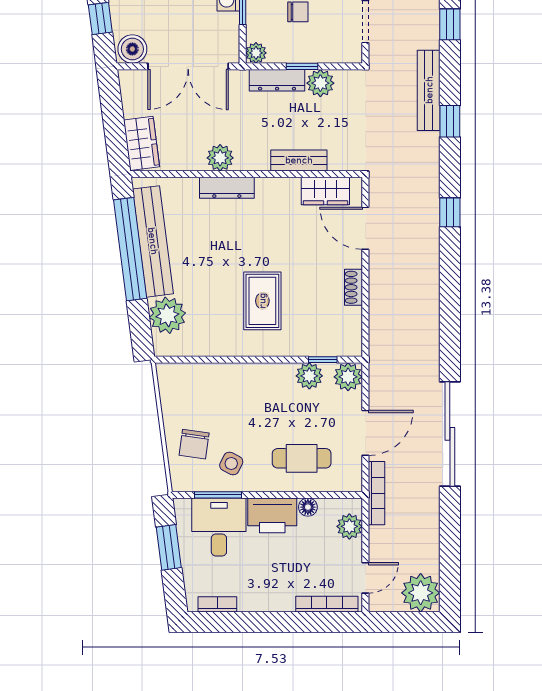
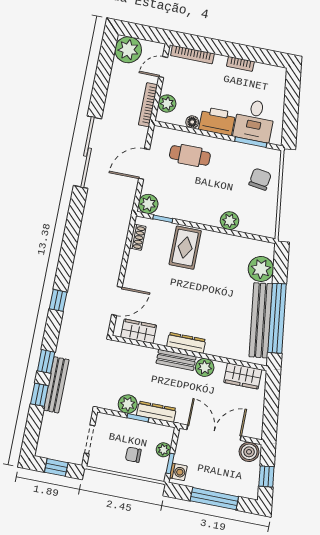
window: (450, 24) -> (39, 395), moved
plant: (256, 53) -> (163, 450), moved
wardrobe: (142, 143) -> (243, 376), moved, turned -83
bench: (299, 160) -> (176, 360), moved
dresser: (227, 188) -> (186, 343), moved
door: (365, 228) -> (117, 301), hinge flipped
shoe rack: (353, 287) -> (138, 237), moved
rug: (262, 301) -> (185, 248), moved
plant: (309, 376) -> (230, 221), moved
side table: (231, 463) -> (238, 161), removed
bookcase: (376, 493) -> (148, 105), moved
window: (169, 547) -> (291, 114), removed
bookcase: (217, 604) -> (240, 64), moved

